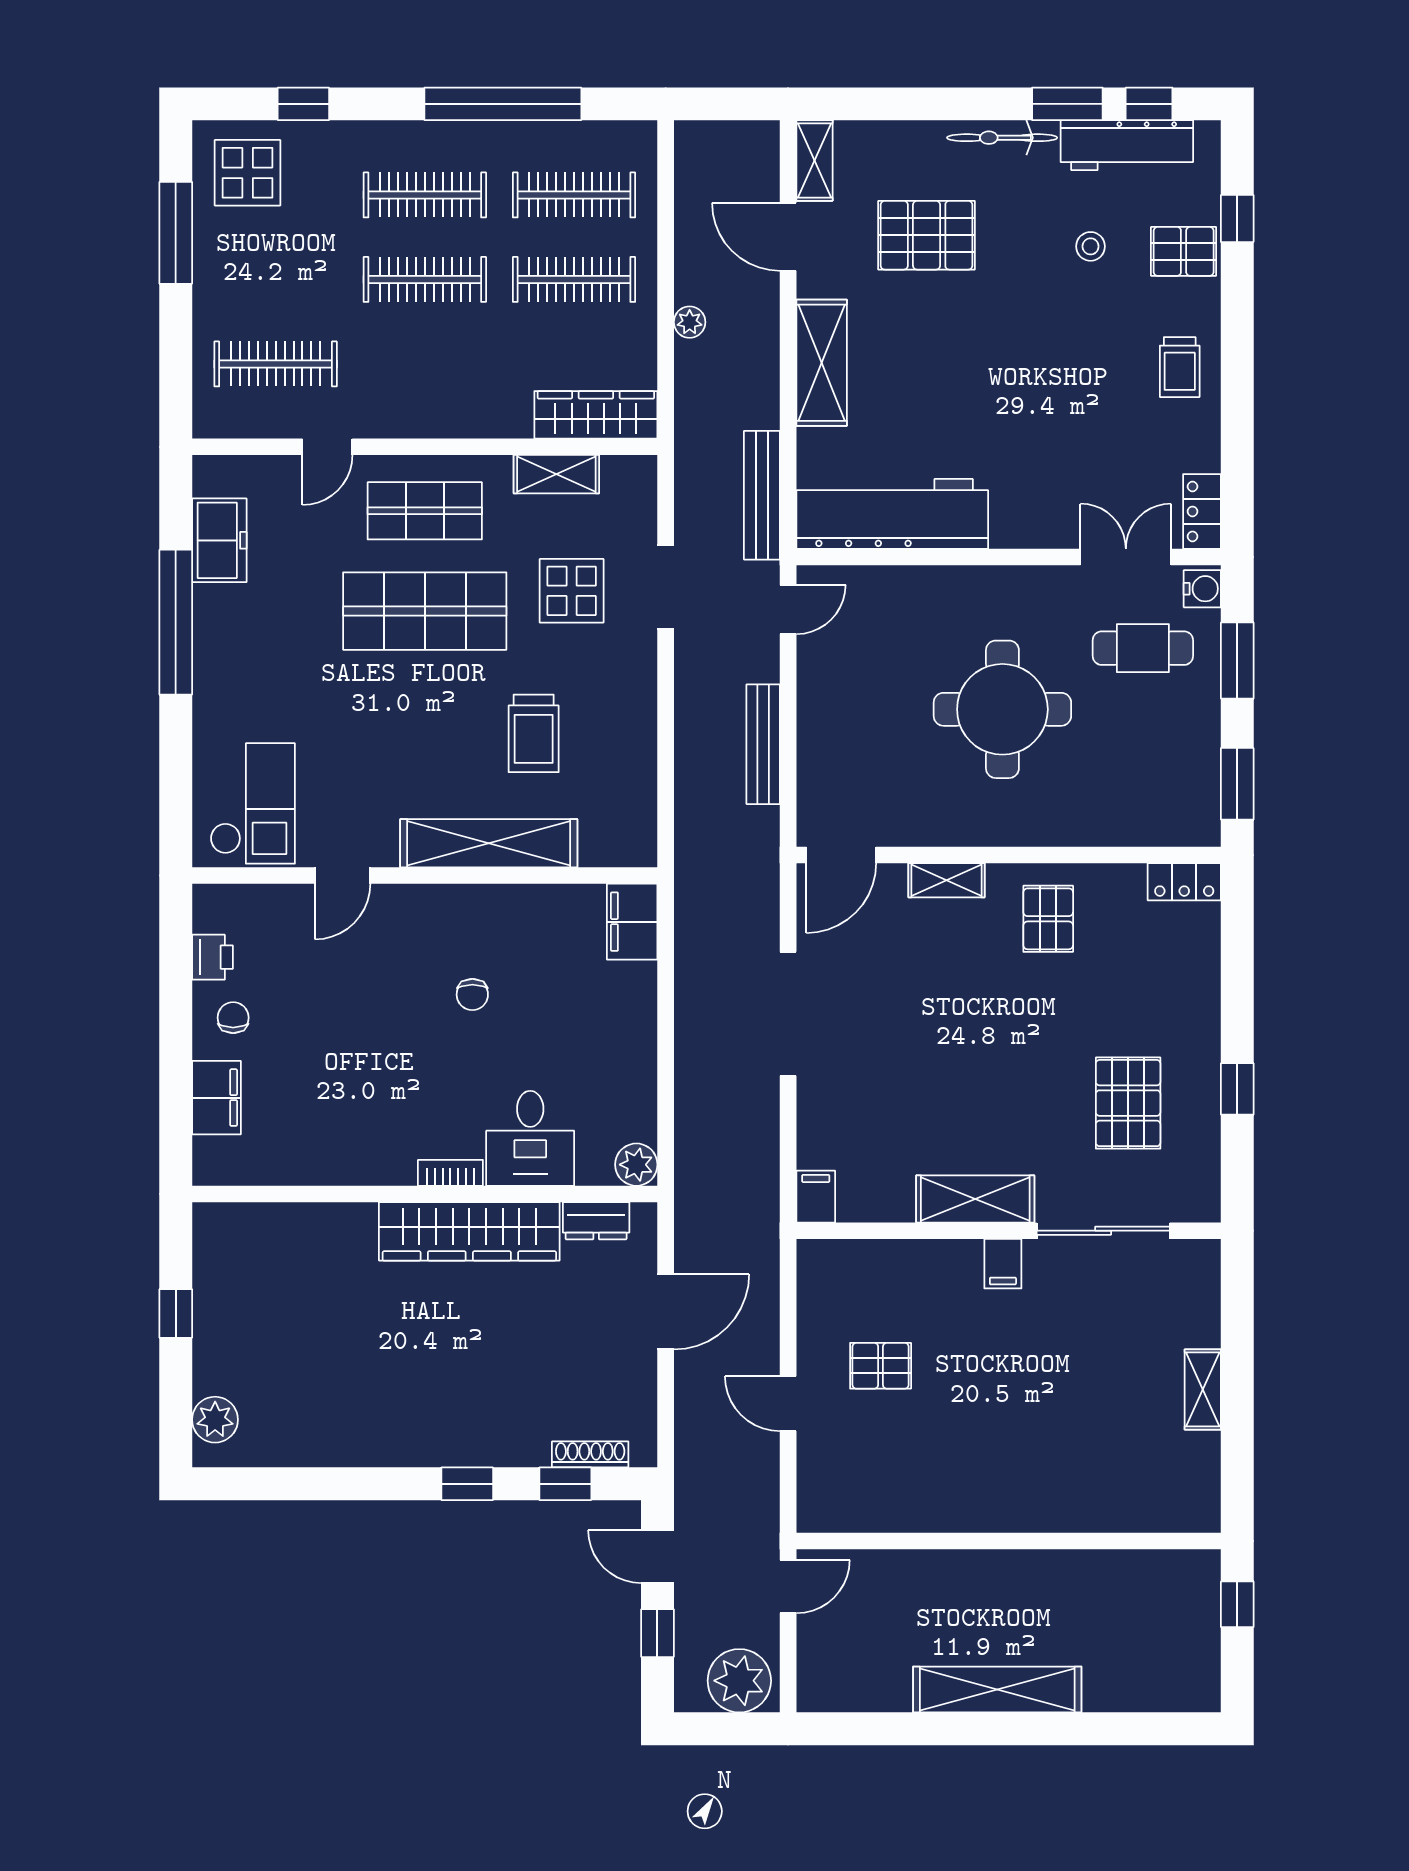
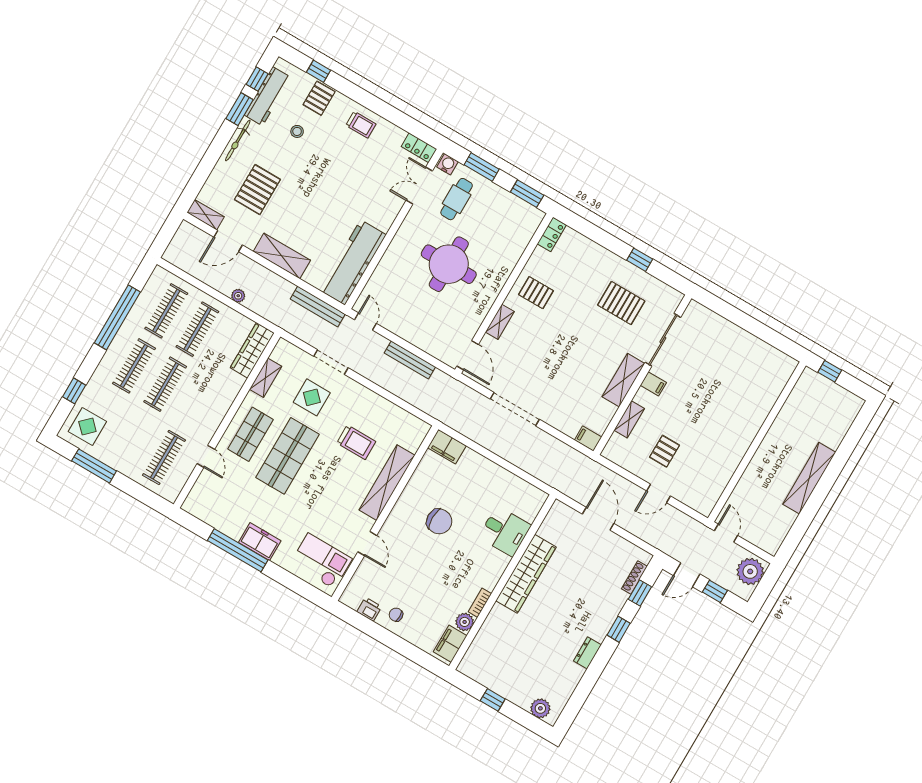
freezer: (219, 540) -> (260, 542), moved
chair: (472, 995) -> (439, 521), width x1.87, depth x1.87
filing cabinet: (217, 1098) -> (450, 644), moved, turned -90
plant: (636, 1165) -> (465, 622), moved
bookcase: (450, 1173) -> (480, 603), moved
dresser: (596, 1221) -> (587, 653), moved, turned 180
shelving: (1203, 1389) -> (629, 419), moved, turned 90

